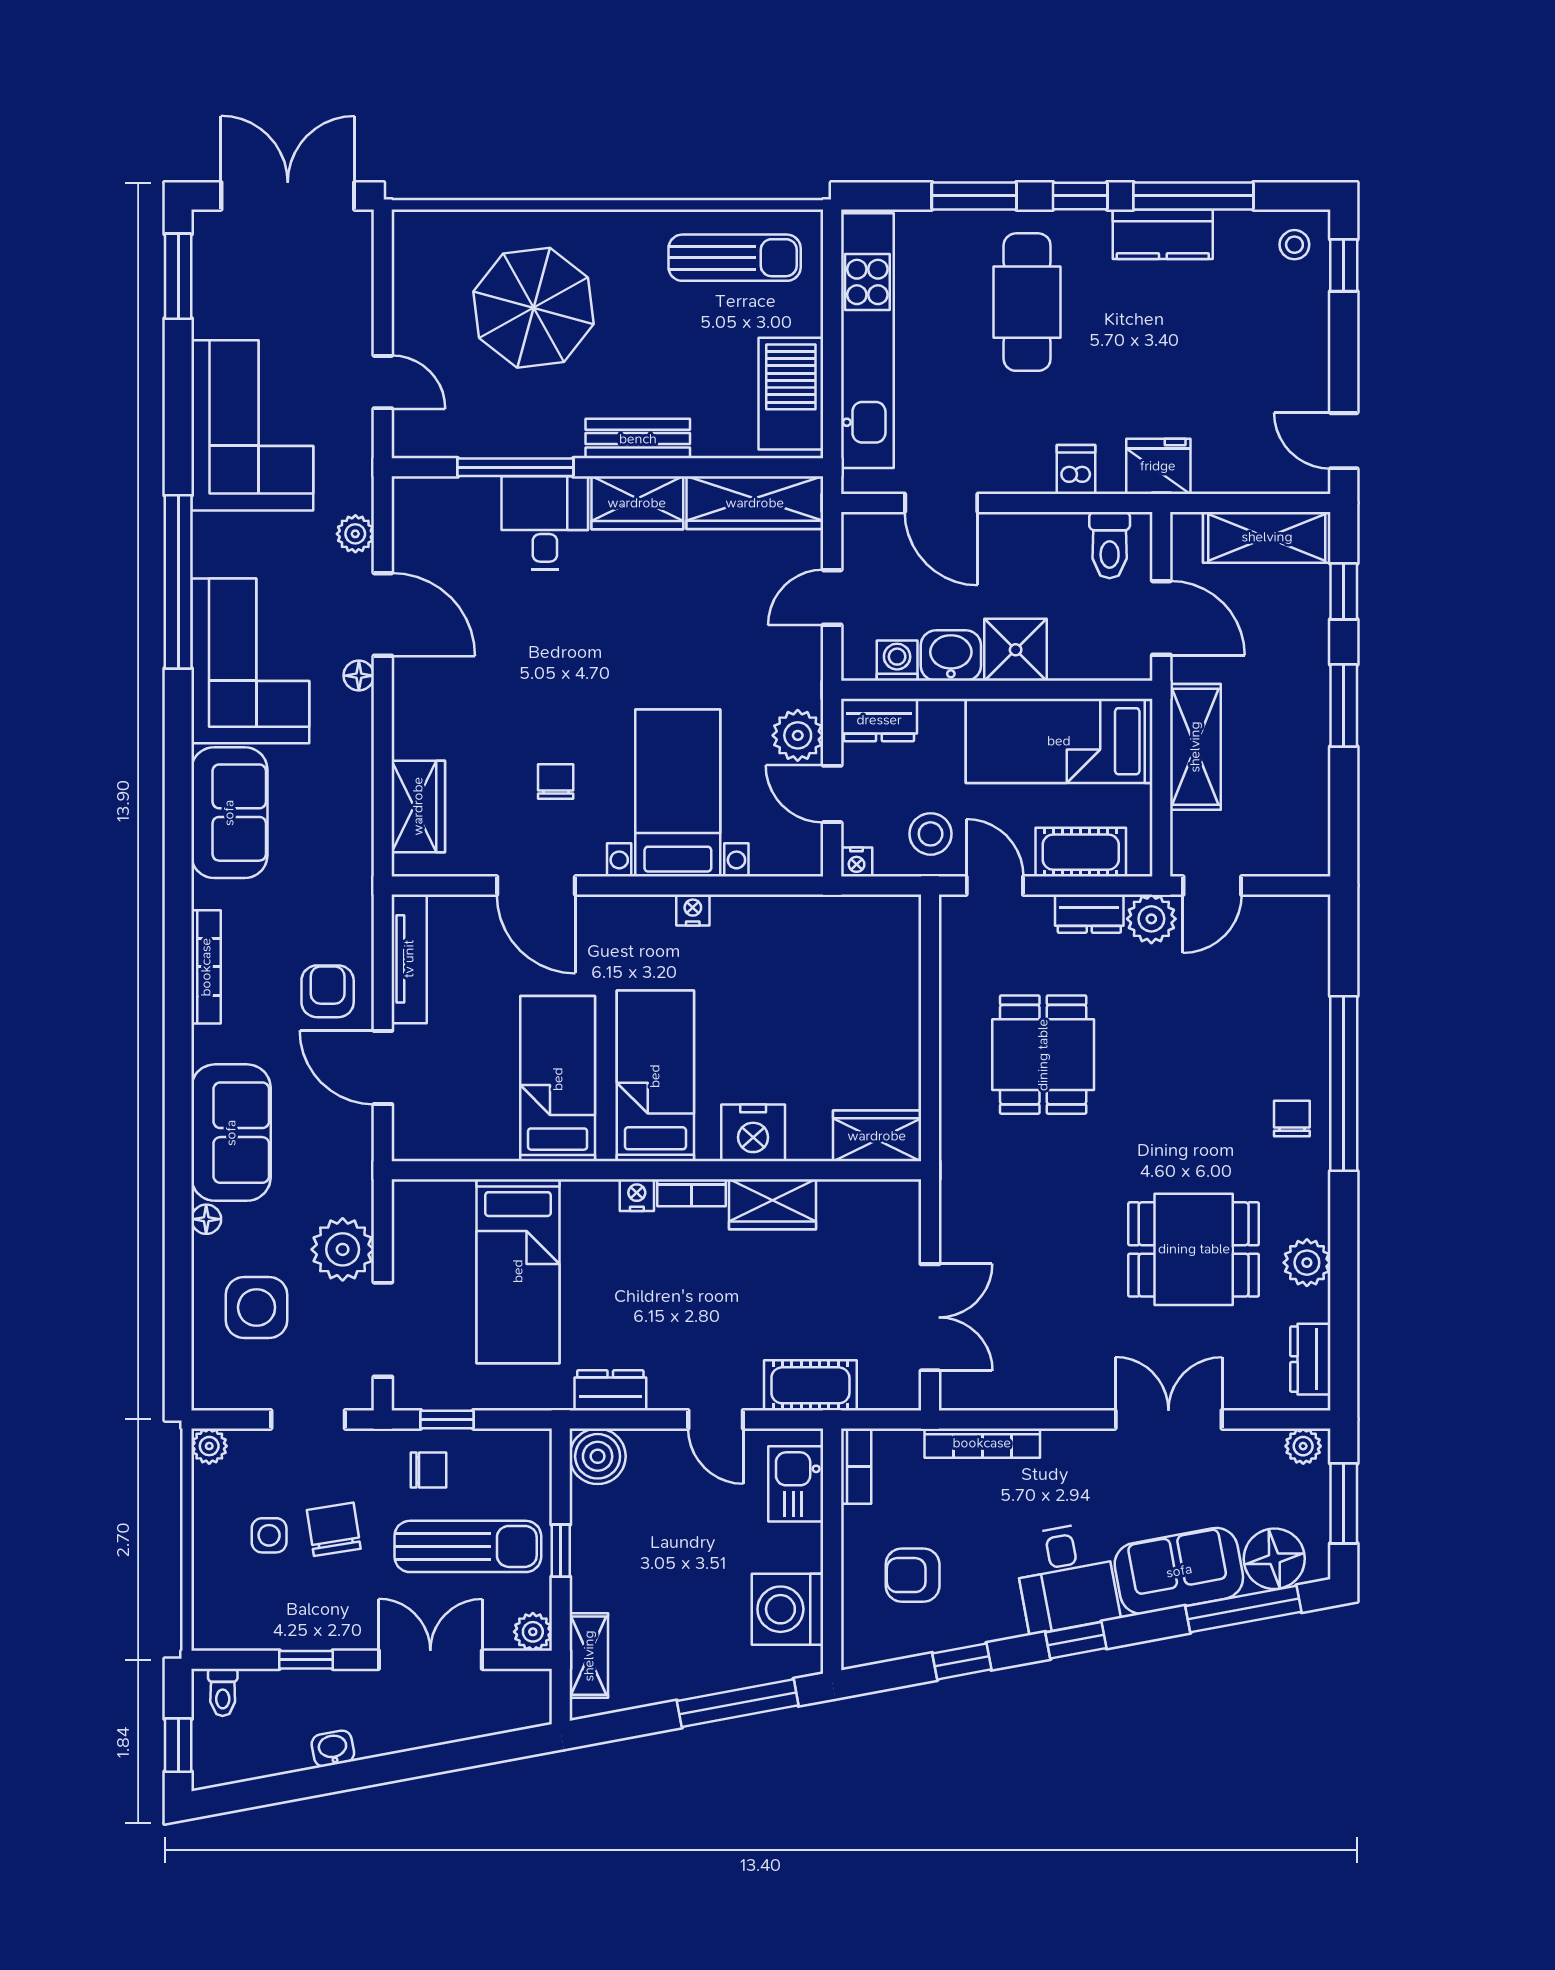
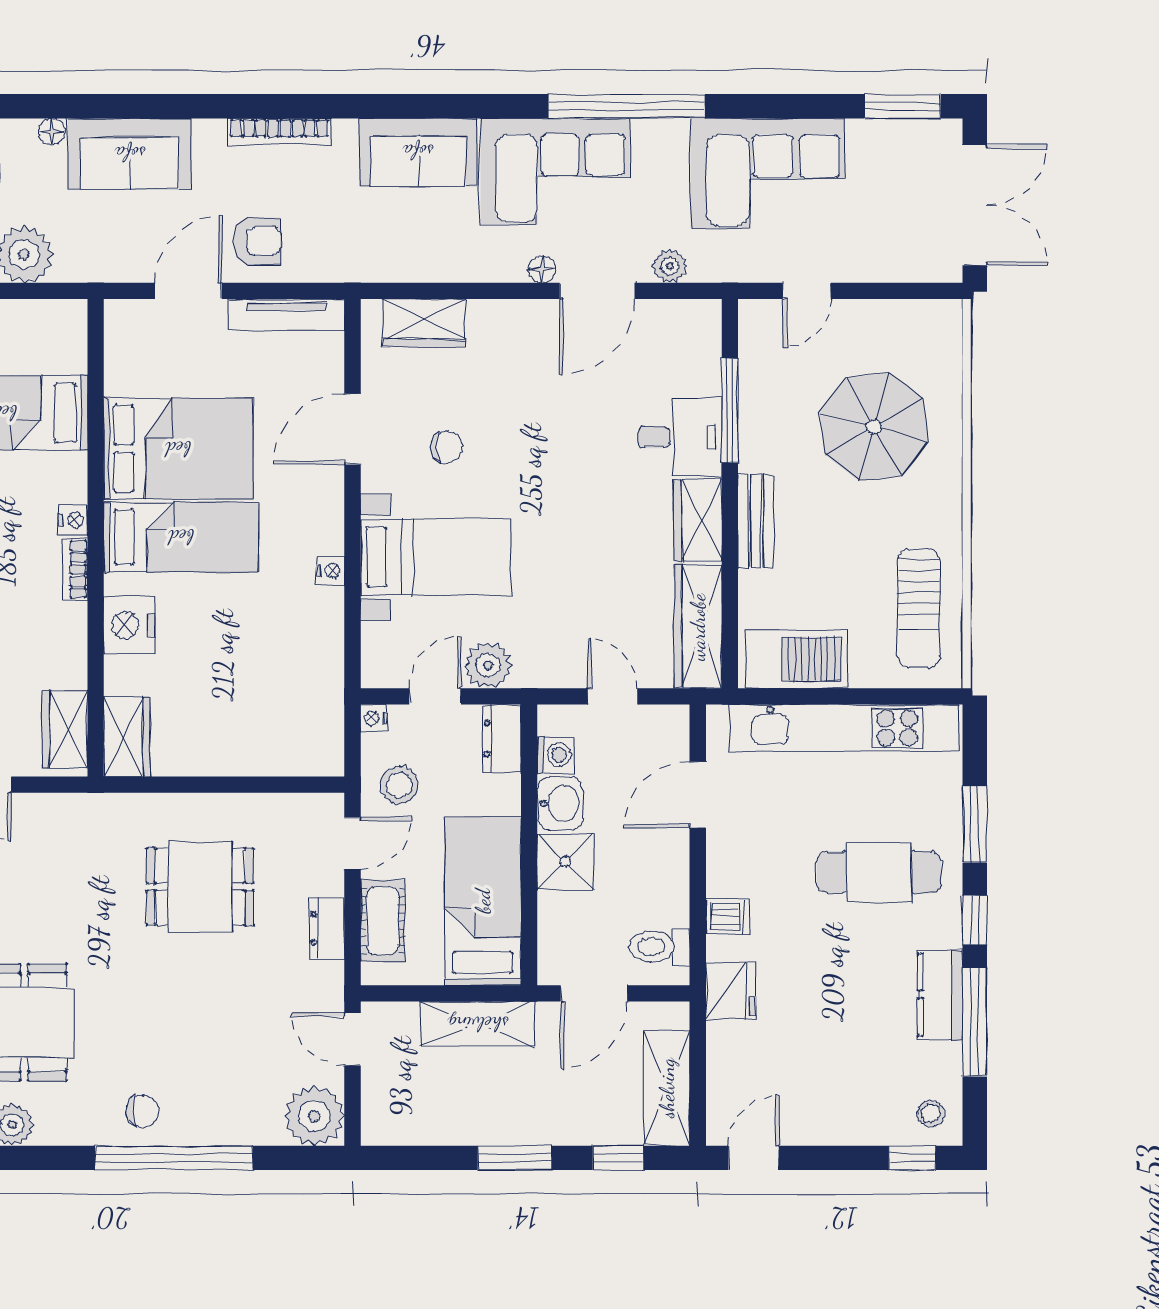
plant: (1151, 919) -> (314, 1116), moved, width x1.36, depth x1.36
bed: (558, 1079) -> (178, 449), width x1.50
wardrobe: (772, 1204) -> (65, 729), moved

